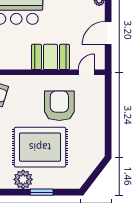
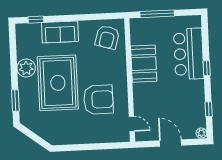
booth: (50, 57) -> (144, 64), moved
window: (42, 192) -> (15, 100), moved

